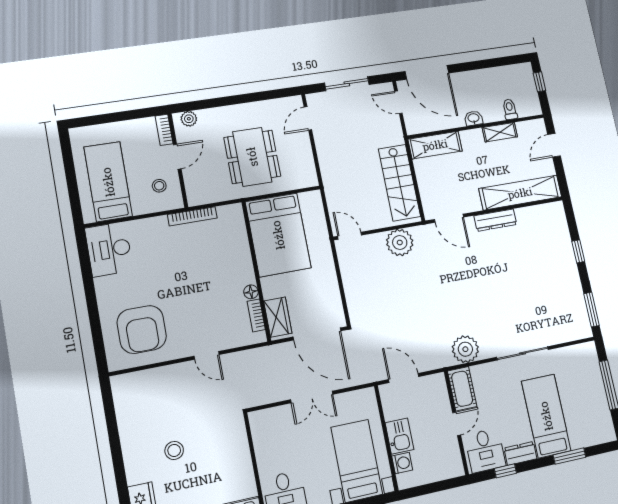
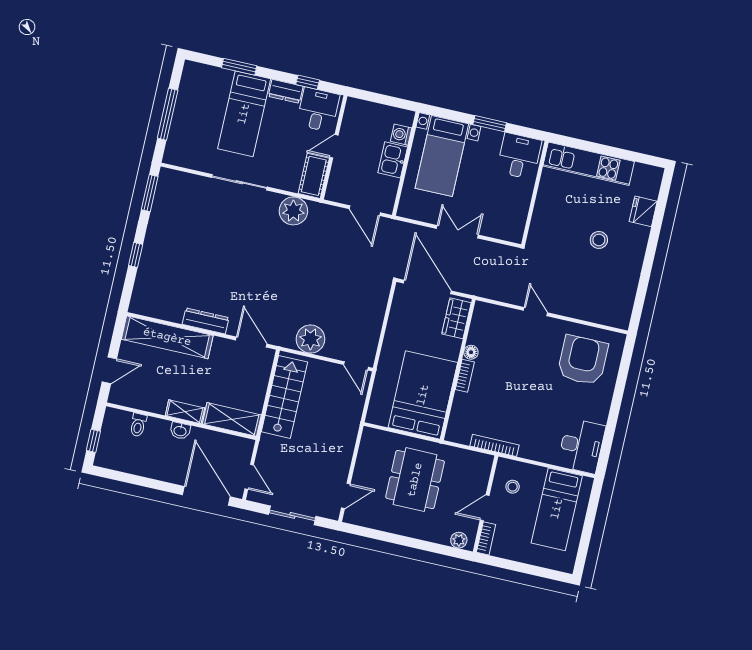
shelving: (500, 132) -> (185, 412), moved
bookcase: (256, 315) -> (465, 376), moved

